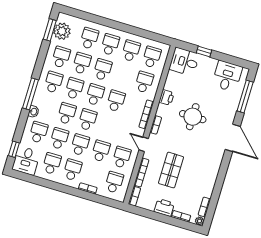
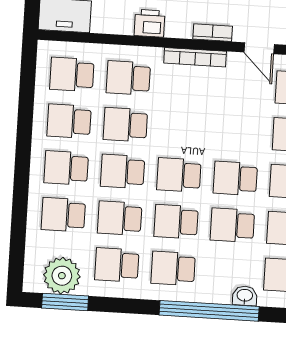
window: (31, 94) -> (209, 311), width x1.46
school desk: (116, 101) -> (125, 125), moved
door: (144, 144) -> (259, 48), hinge flipped

